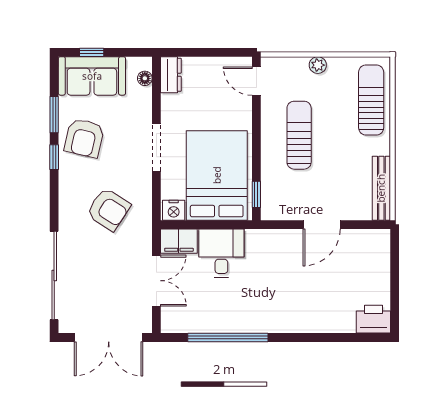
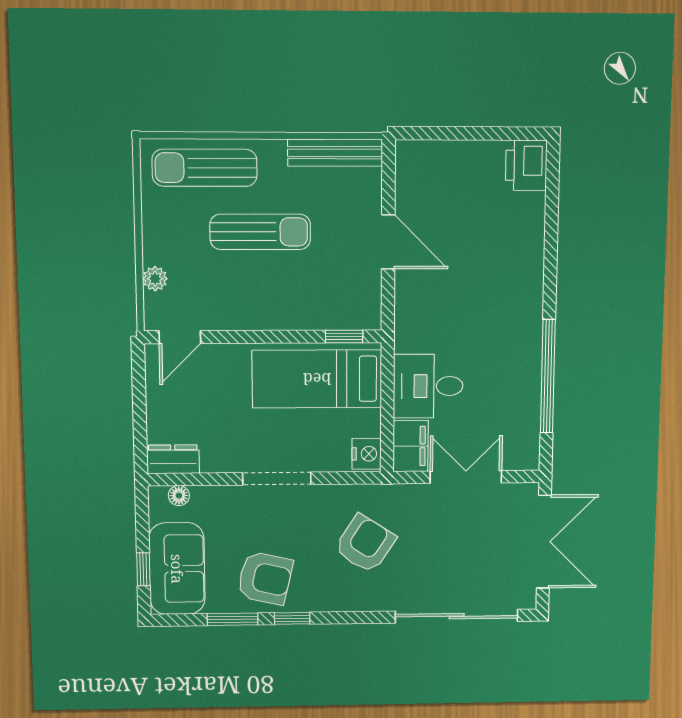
plant: (318, 65) -> (155, 279), moved
sun lounger: (299, 135) -> (260, 232), moved, turned 180
bed: (217, 175) -> (317, 379), width x0.67

